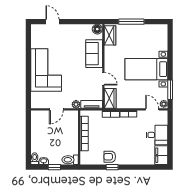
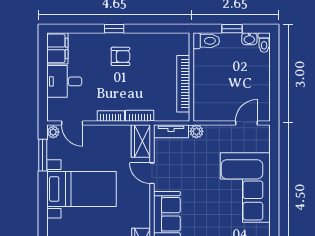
door: (56, 109) -> (247, 123), moved
armchair: (110, 157) -> (120, 56), moved
window: (112, 167) -> (114, 29), moved

